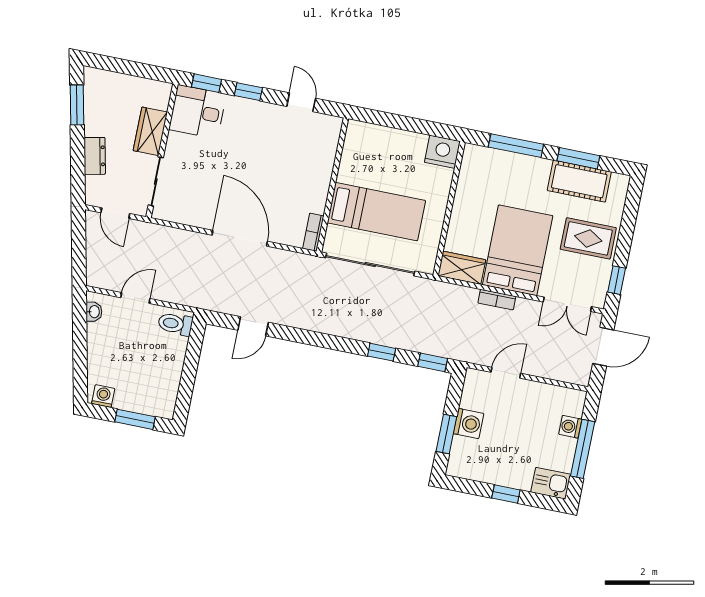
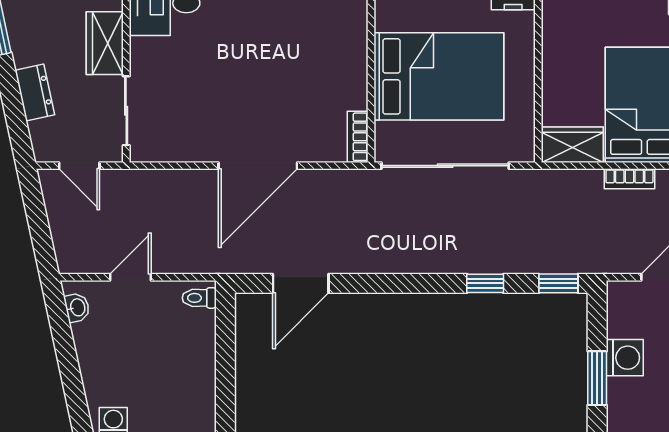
bed: (376, 212) -> (439, 76), width x1.50
door: (240, 238) -> (258, 166), swing flipped
toilet: (175, 324) -> (199, 298), width x0.73, depth x0.72
door: (253, 326) -> (301, 283), width x1.38

